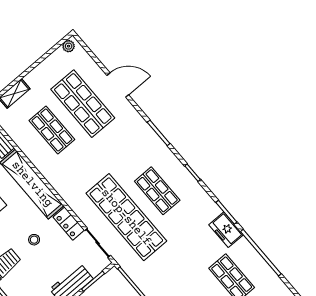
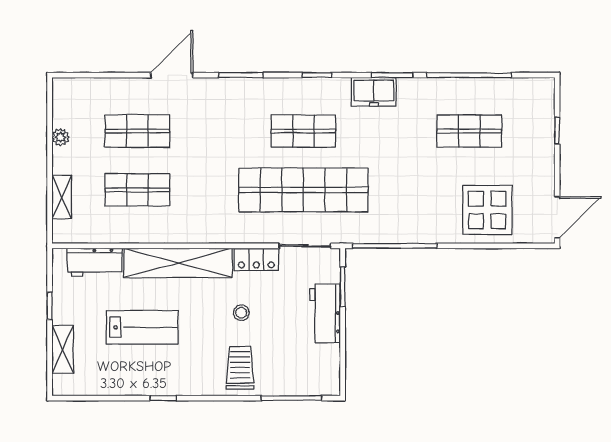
plant: (69, 46) -> (61, 137), moved
door: (118, 85) -> (172, 75), moved
shop shelf: (83, 104) -> (137, 131), width x0.70, depth x0.74
freezer: (226, 230) -> (374, 92), moved

